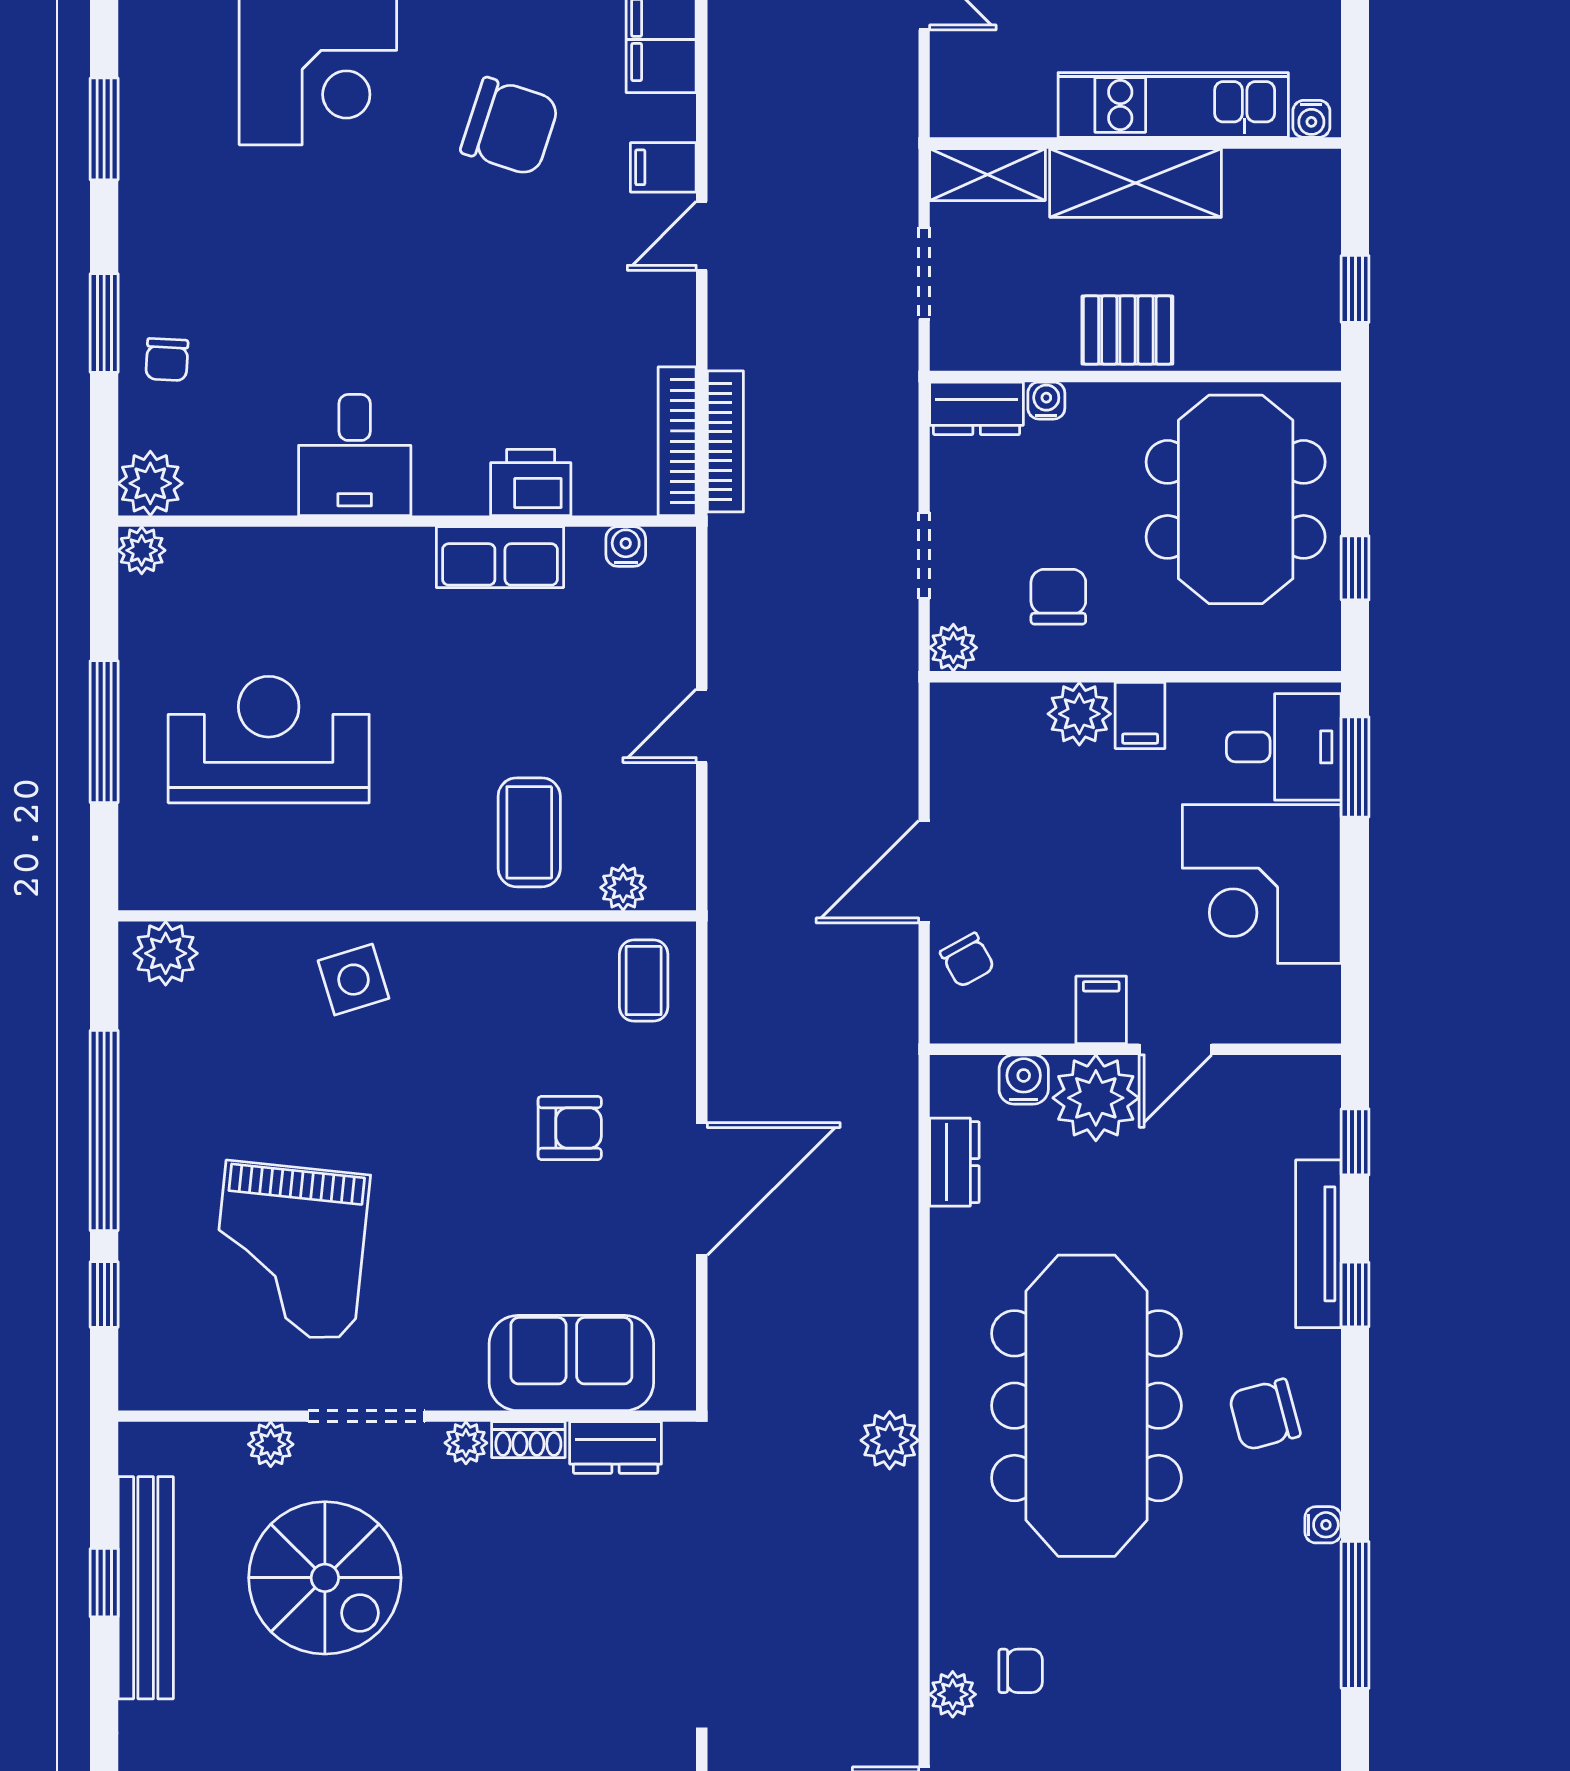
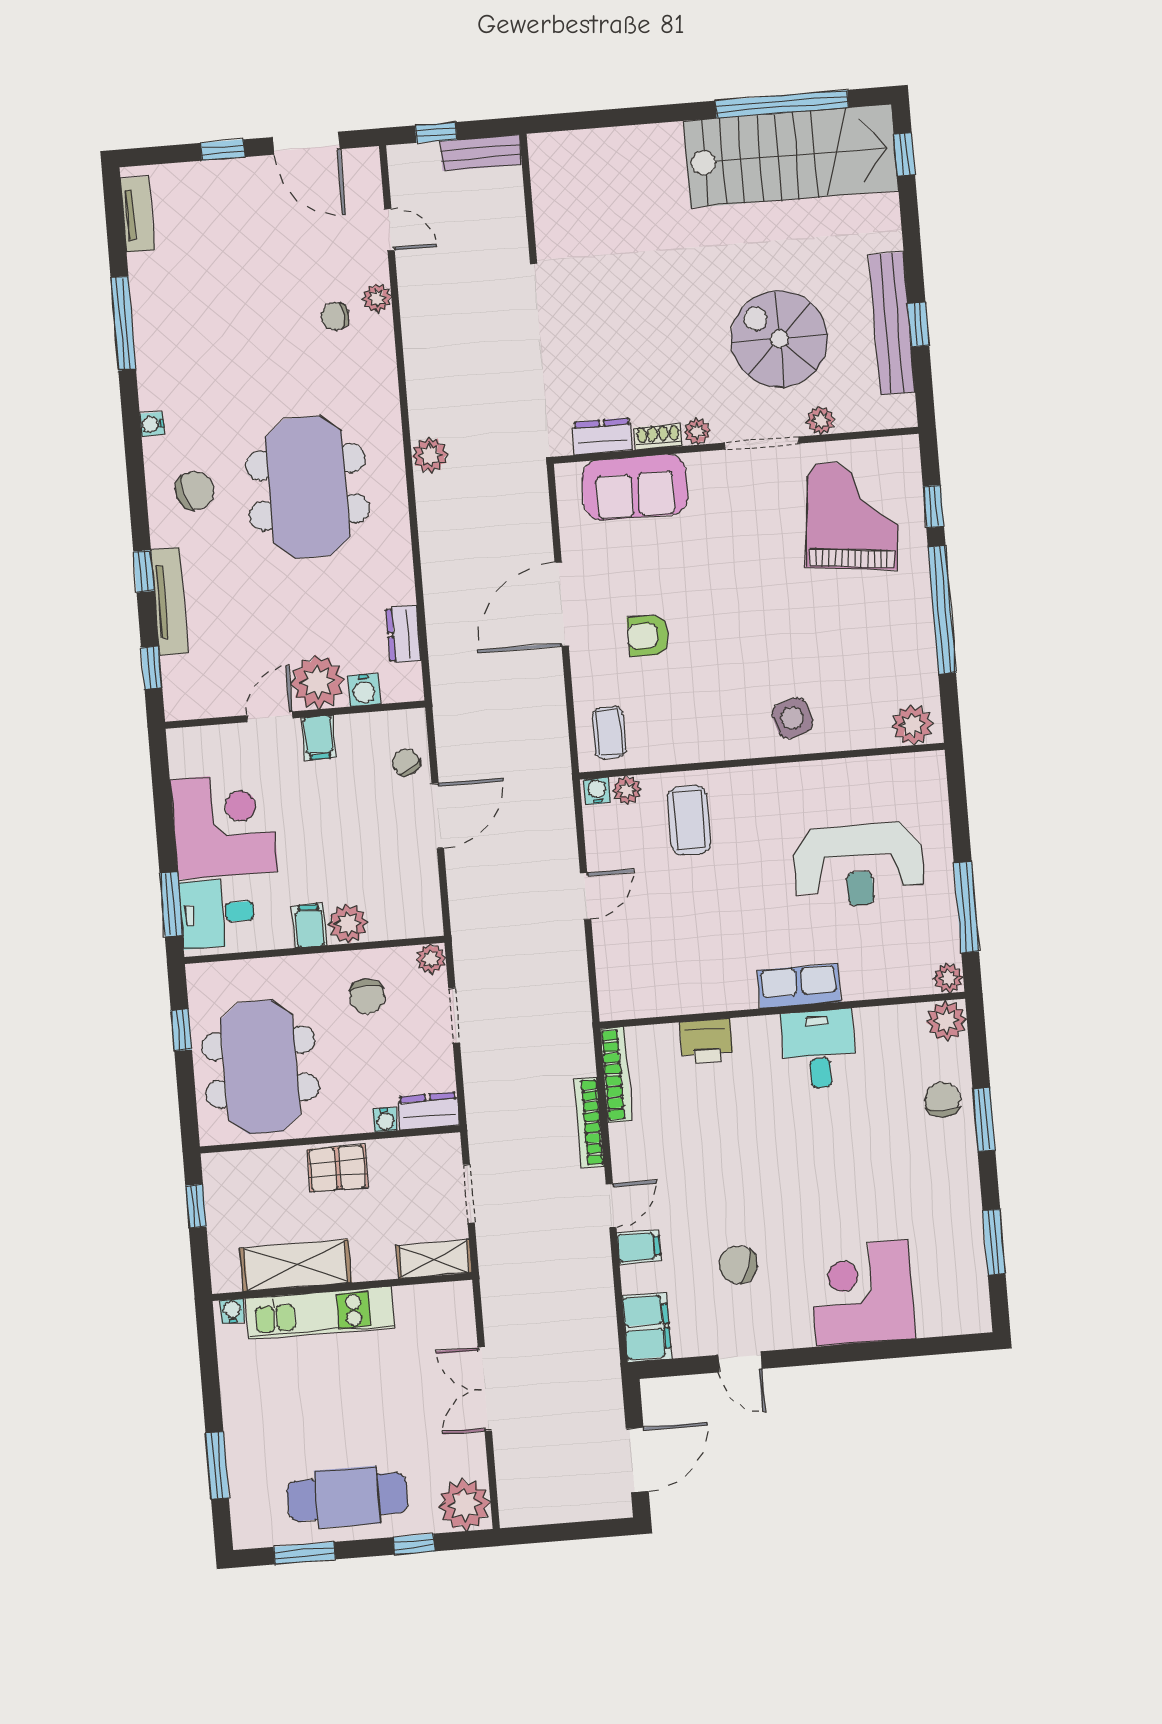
chair: (510, 127) -> (738, 1265), width x0.73, depth x0.73
shelving: (1136, 183) -> (296, 1265), moved
chair: (167, 360) -> (942, 1100), width x1.37, depth x1.37
bookcase: (725, 441) -> (589, 1122), moved
water cooler: (626, 546) -> (597, 791), moved, turned 180
row of seats: (500, 557) -> (799, 986), moved
window: (104, 732) -> (966, 907), moved
grand piano: (290, 1251) -> (853, 516), moved
meeting table: (1086, 1406) -> (307, 487), width x0.73
window: (1355, 1615) -> (123, 323), moved

